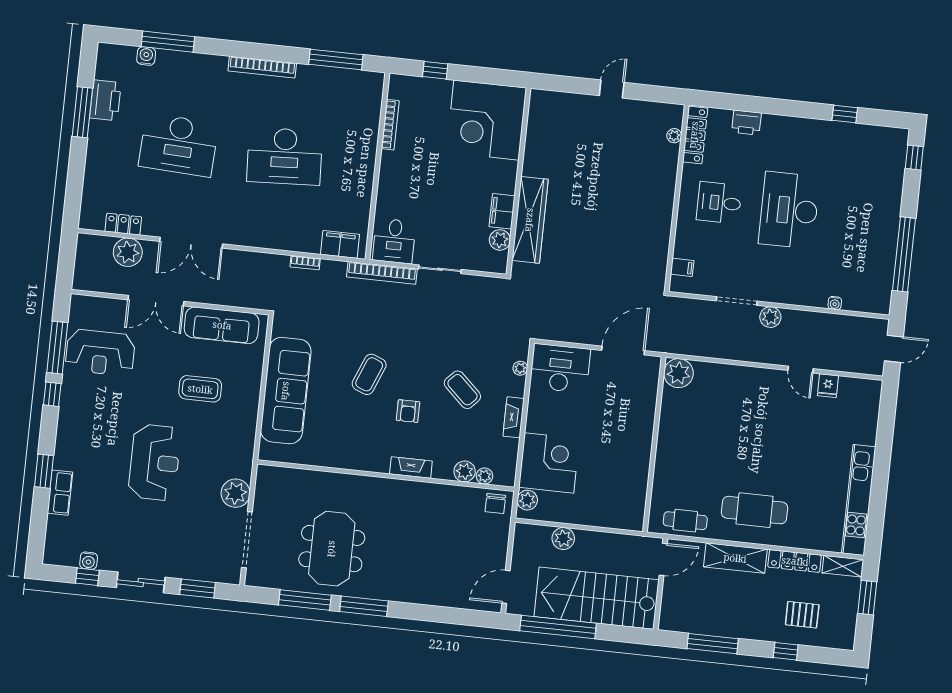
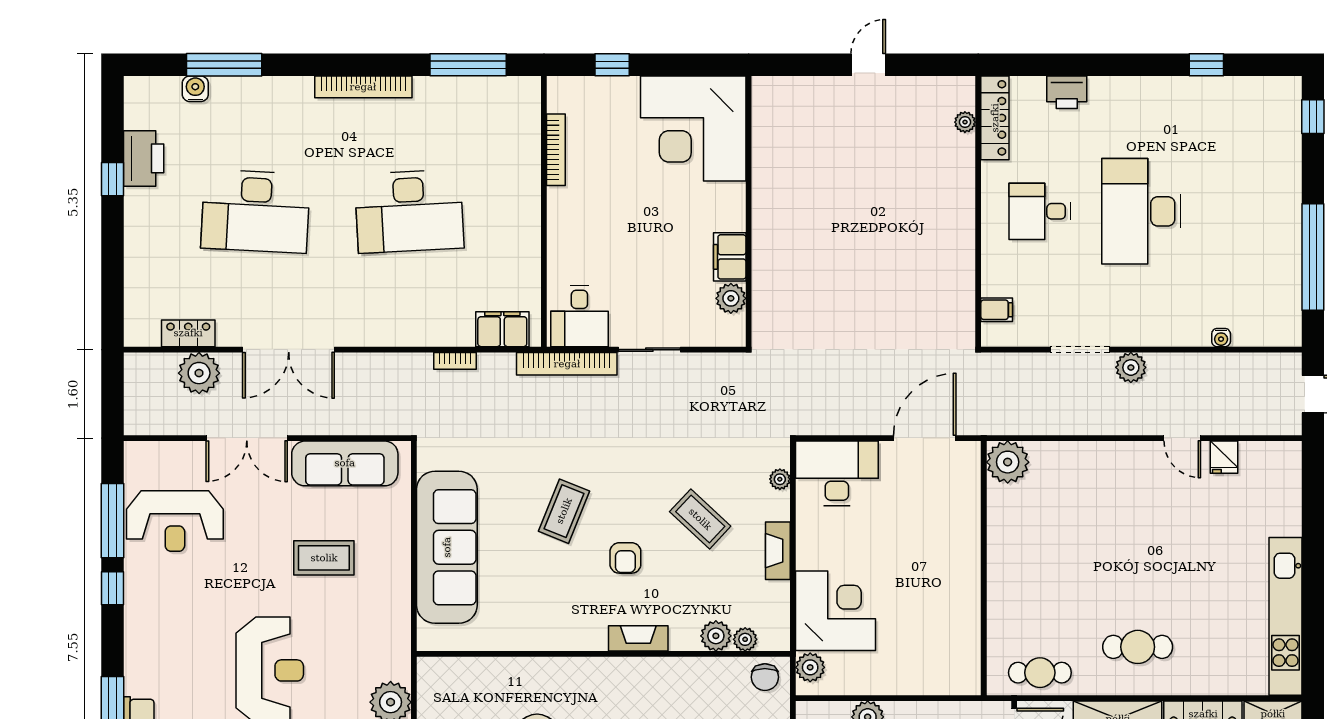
window: (82, 112) -> (112, 179), width x0.46
wardrobe: (530, 220) -> (771, 265), removed
cafe table: (755, 510) -> (1138, 647), width x0.73, depth x0.74

